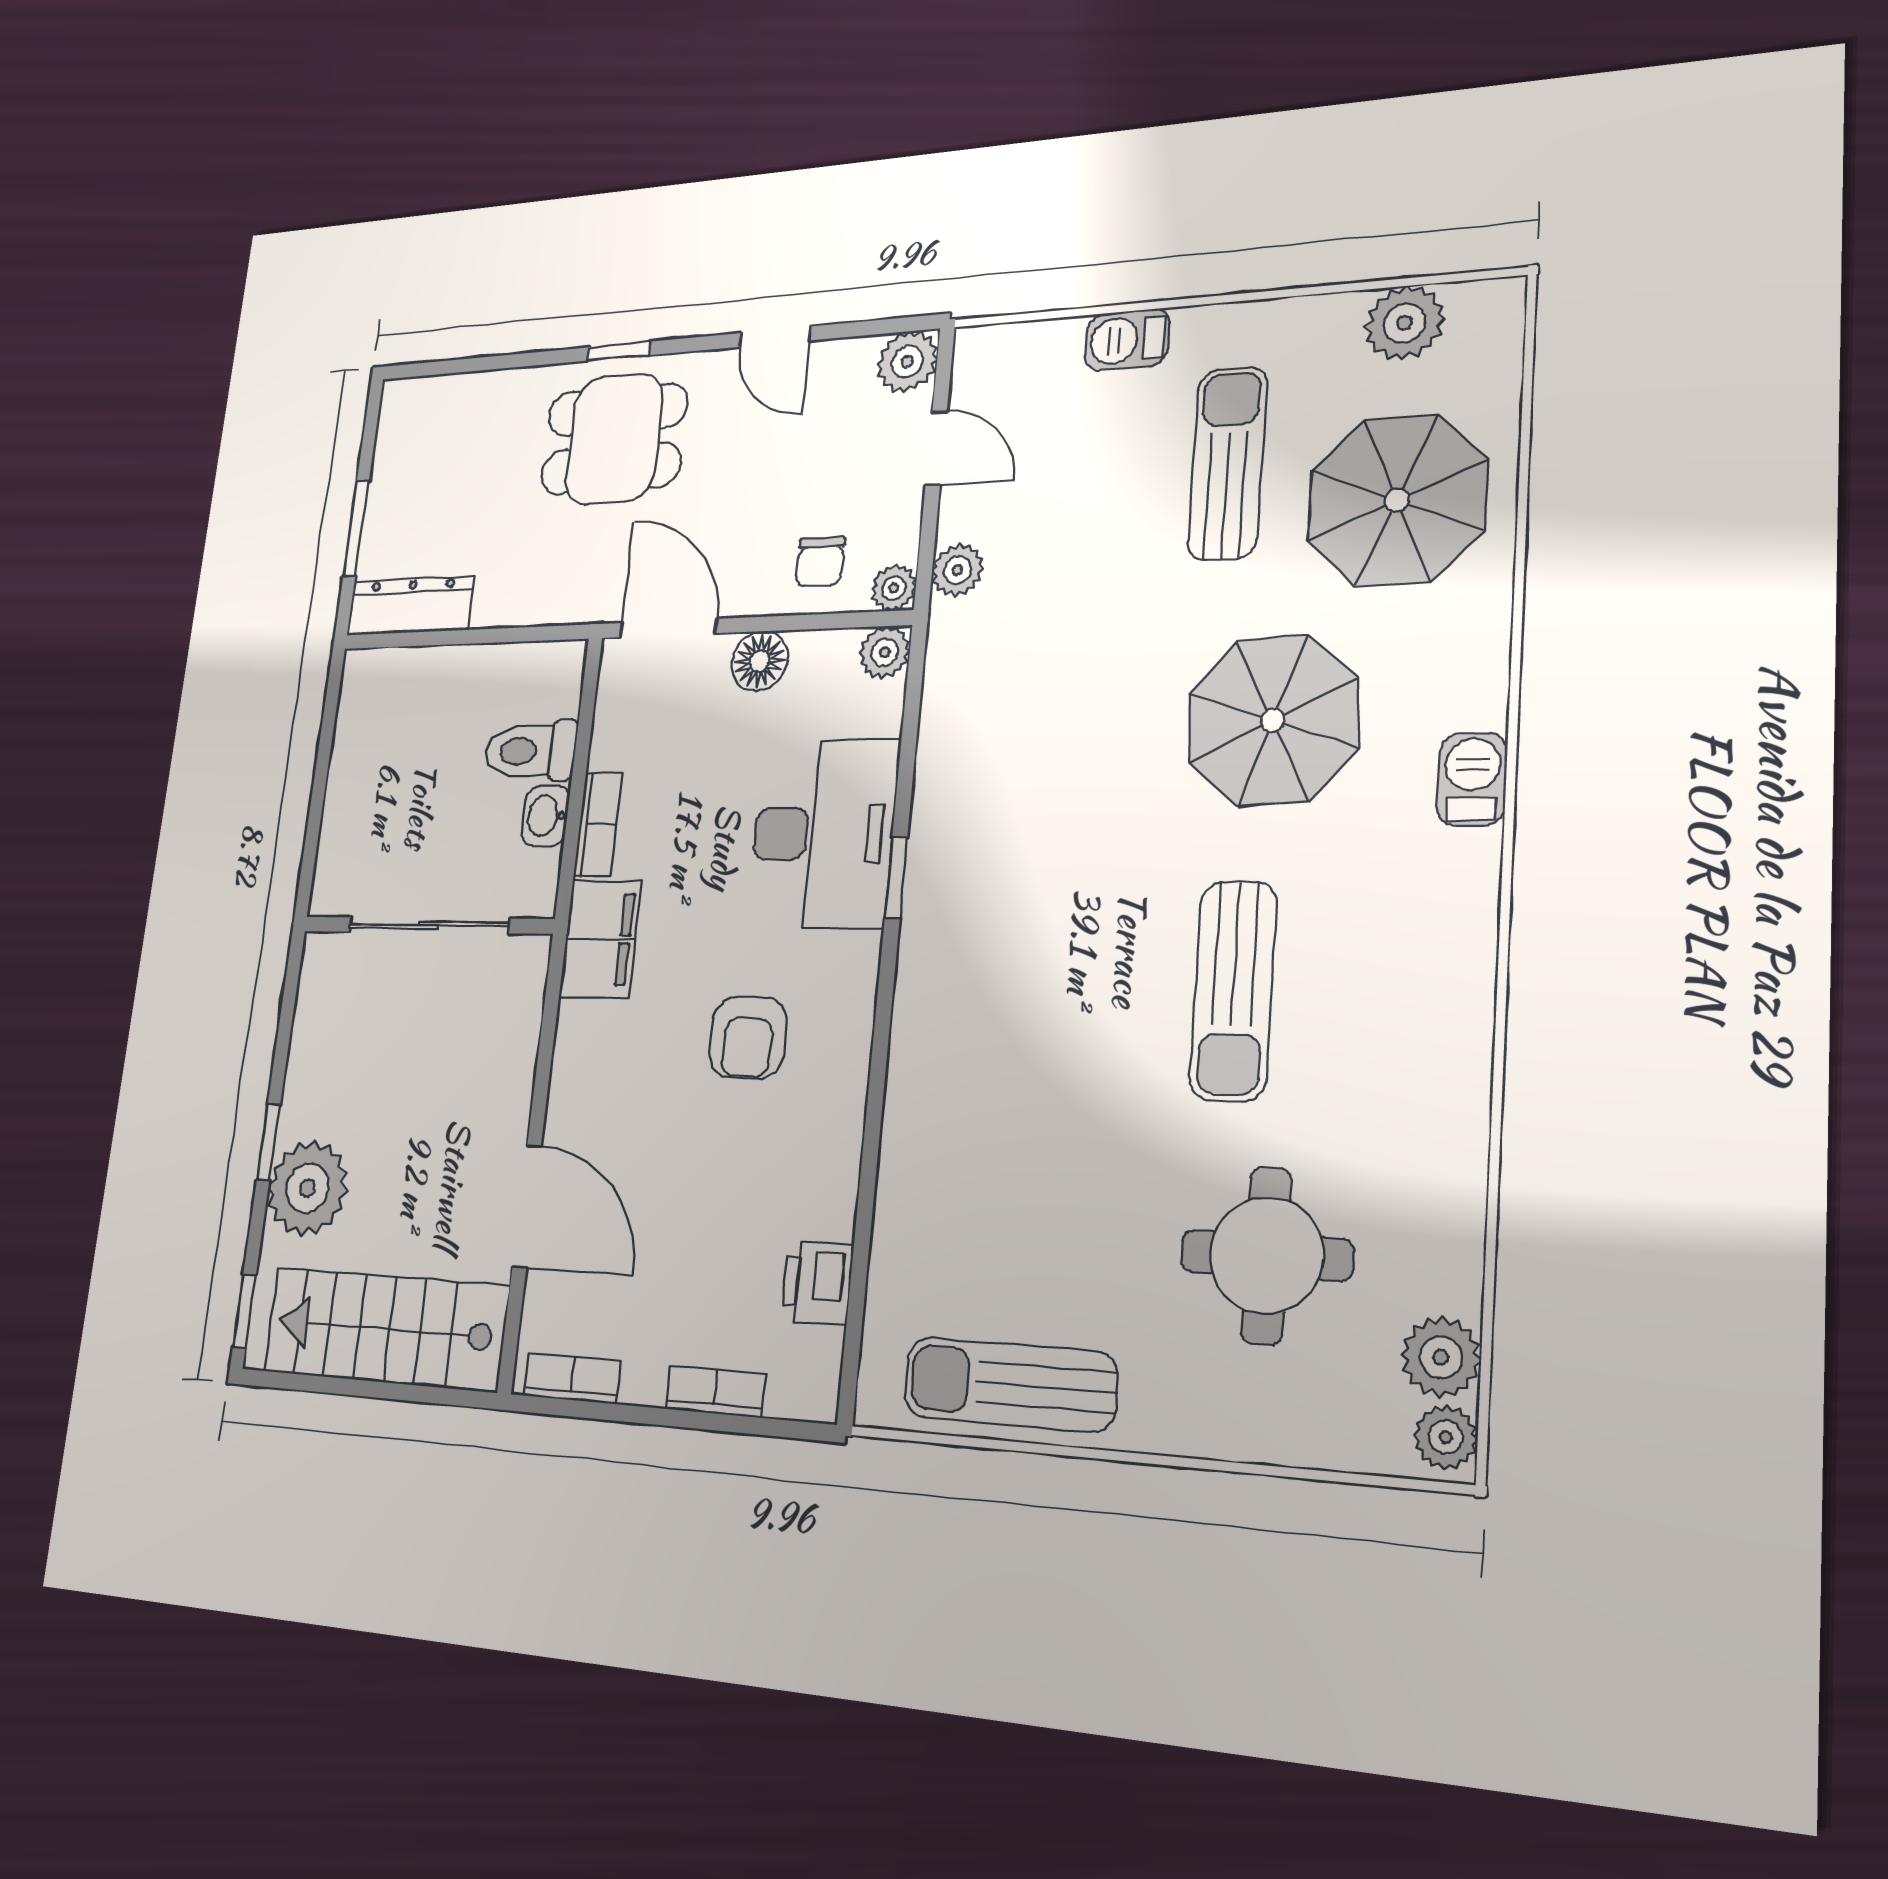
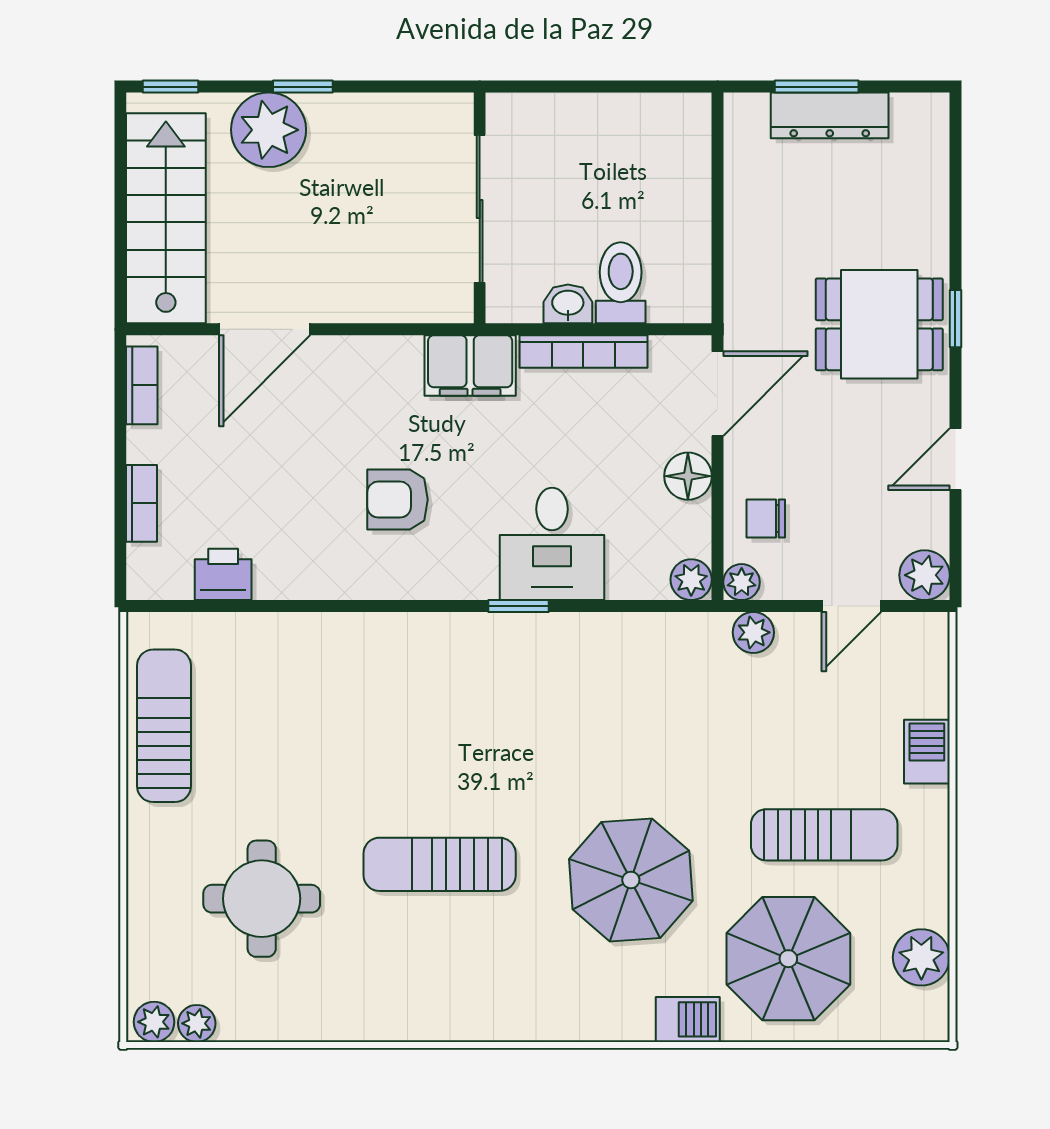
dining table: (614, 439) -> (879, 324), turned 90
dresser: (410, 606) -> (830, 115), moved, turned 90
barbecue: (1472, 779) -> (688, 1019), moved
bookcase: (598, 824) -> (583, 352), width x1.56
desk: (823, 833) -> (552, 544), width x0.73
plant: (1441, 1357) -> (197, 1023), width x0.73, depth x0.73

